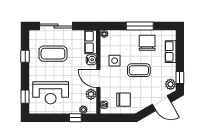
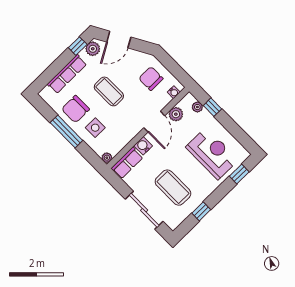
row of seats: (171, 52) -> (67, 74), width x1.48
side table: (115, 61) -> (95, 128), moved
door: (162, 103) -> (119, 40), swing flipped

